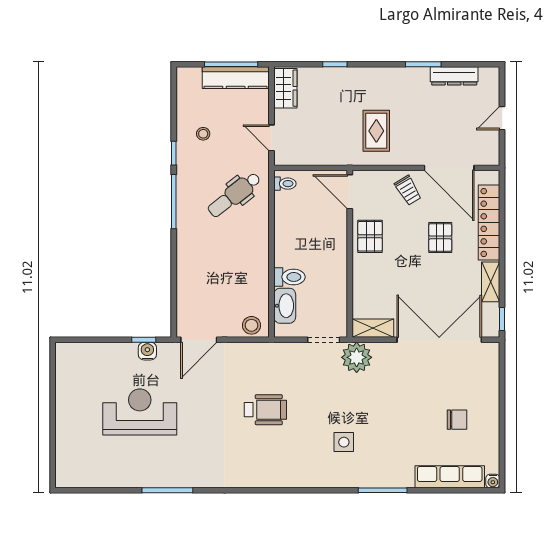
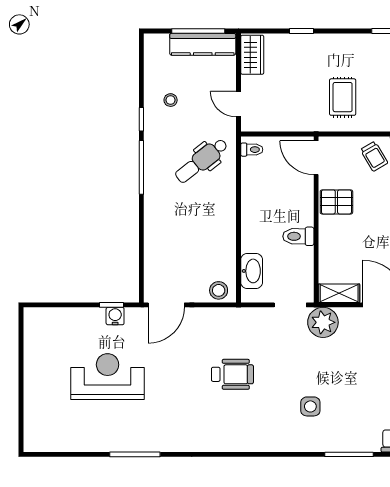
pallet: (370, 236) -> (336, 202), turned 90
toilet: (289, 277) -> (298, 236), moved, turned 180

